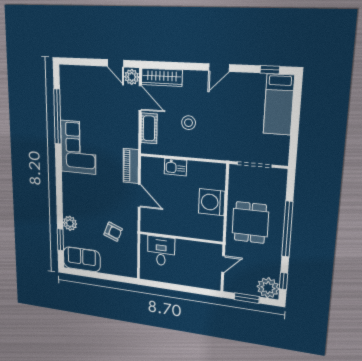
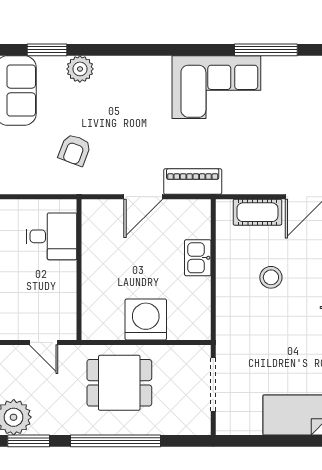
window: (57, 117) -> (266, 50), width x0.68
window: (283, 281) -> (29, 441), width x1.50

